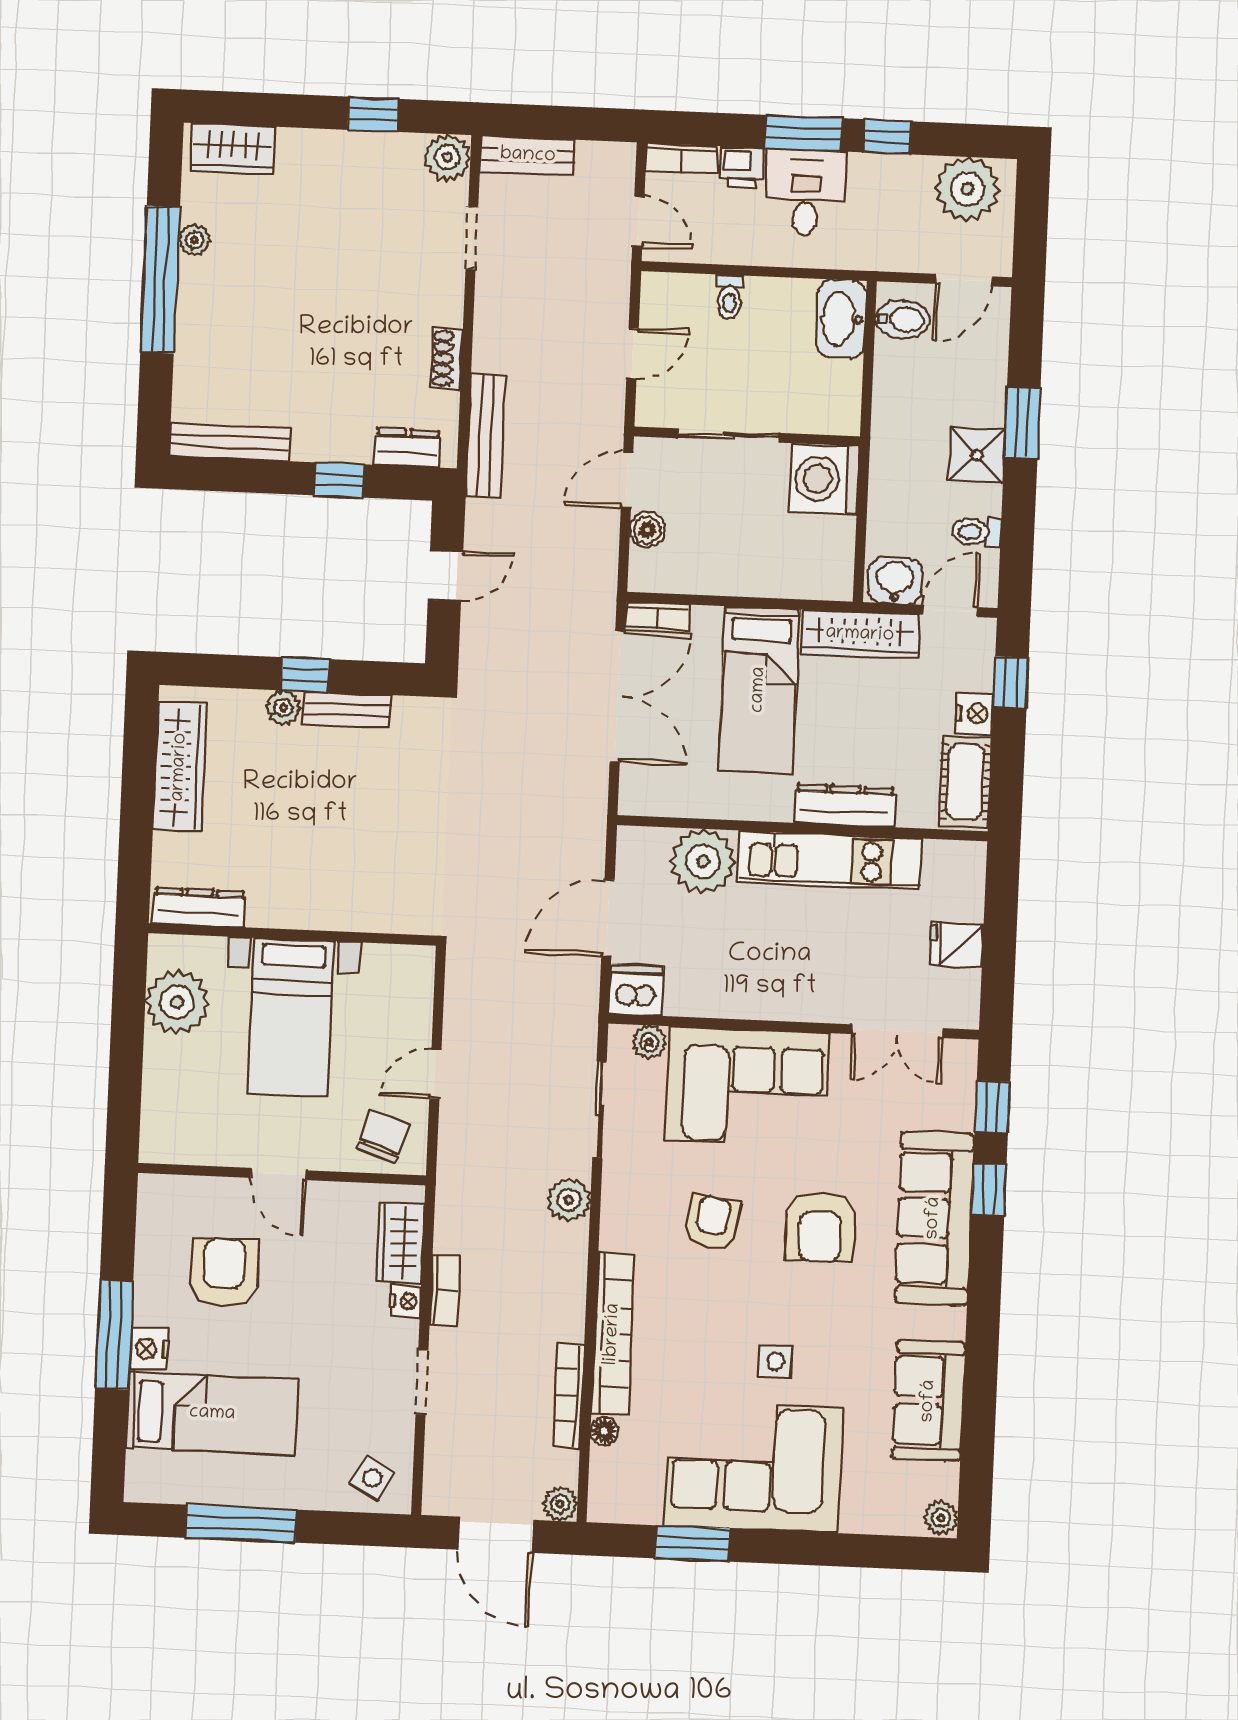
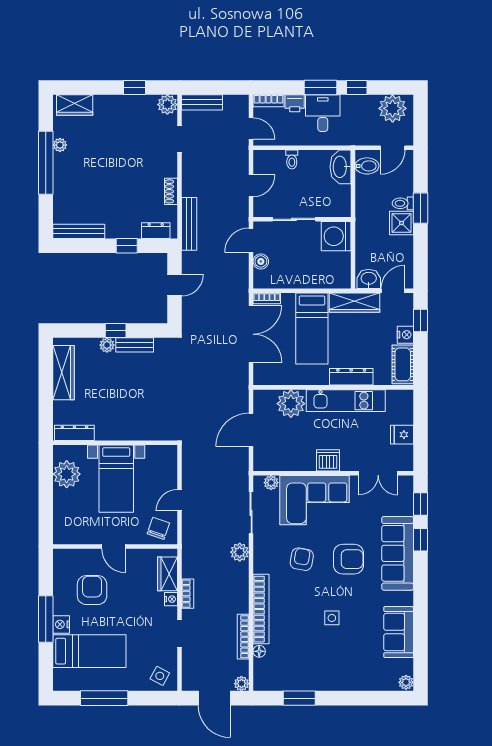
toilet: (977, 532) -> (403, 203), moved
dishwasher: (636, 990) -> (328, 460), moved
armchair: (820, 1227) -> (348, 559), turned -90
corner sofa: (754, 1467) -> (324, 664), removed

